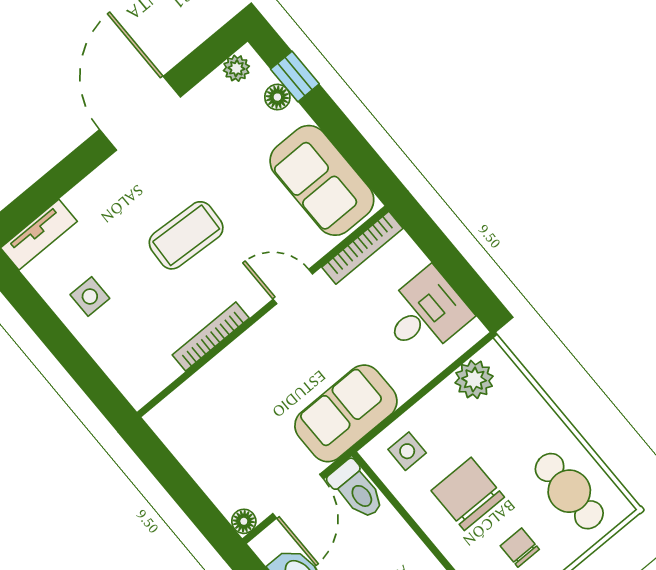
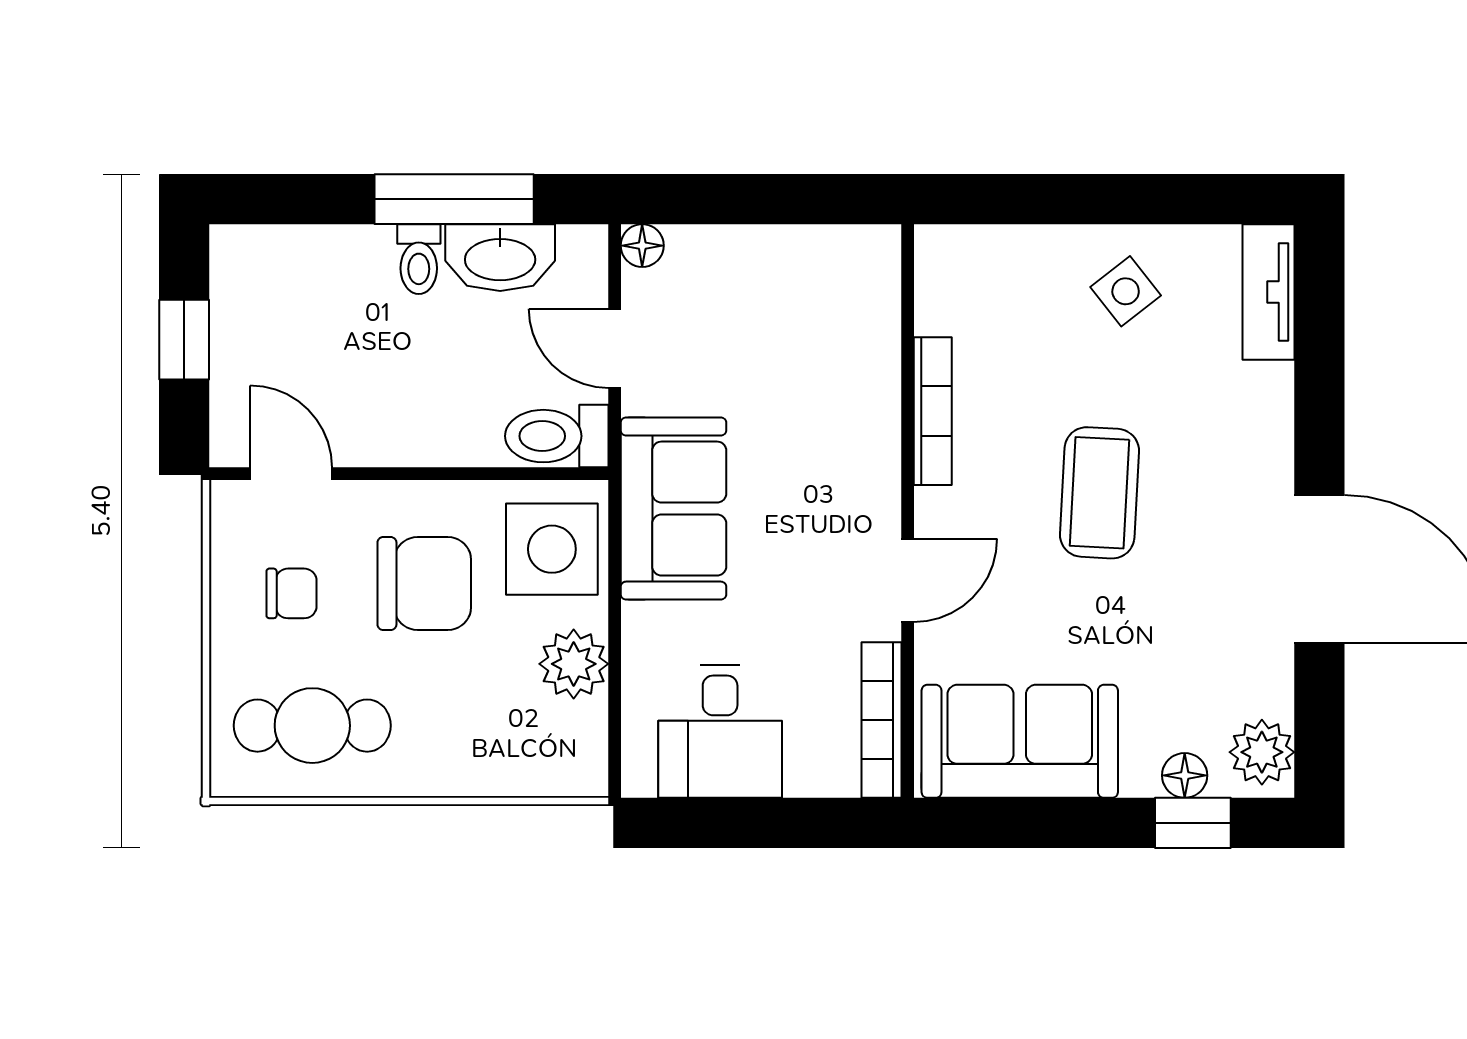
plant: (236, 68) -> (1262, 752), width x1.38, depth x1.38
side table: (90, 296) -> (1126, 291), turned -38
plant: (474, 379) -> (574, 664), moved
side table: (407, 451) -> (552, 549), width x1.87, depth x1.87
door: (298, 496) -> (615, 348), width x0.73

